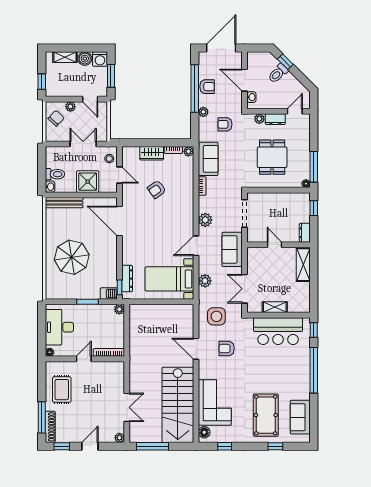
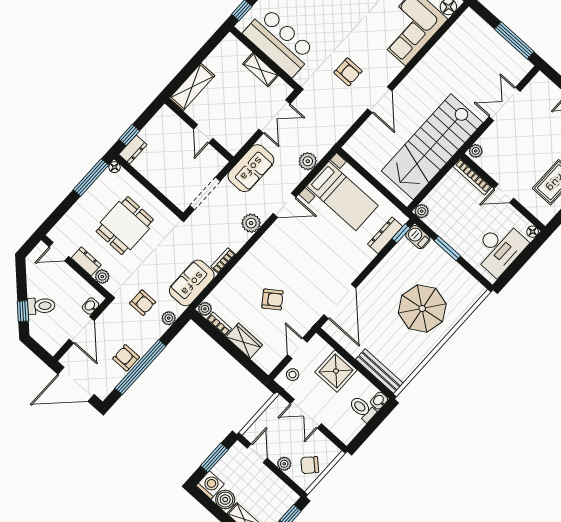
plant: (203, 112) -> (169, 318), moved
dresser: (305, 233) -> (133, 149), moved
side table: (216, 316) -> (329, 114), removed
stairs: (178, 405) -> (432, 147), moved, turned 180
plant: (119, 438) -> (476, 151), moved

